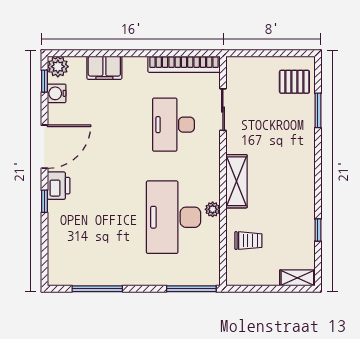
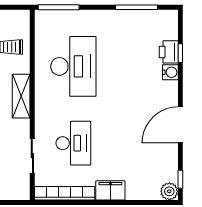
filing cabinet: (104, 68) -> (110, 190), moved
water cooler: (57, 93) -> (170, 72), moved
printer: (59, 186) -> (169, 52), moved
window: (44, 201) -> (180, 53), moved
plant: (213, 209) -> (41, 73), removed

